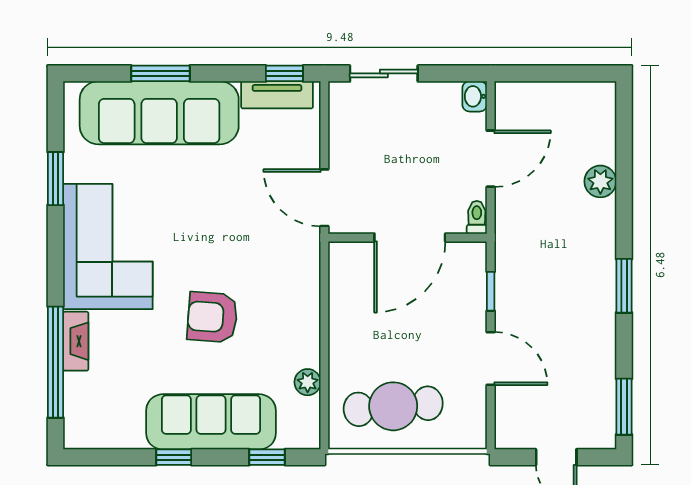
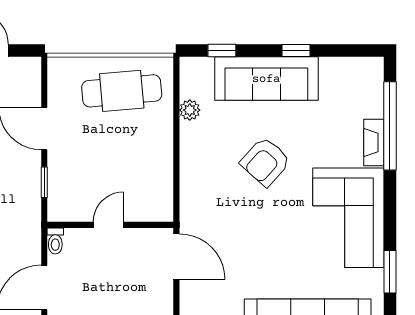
door: (410, 238) -> (108, 225), width x0.53
armchair: (212, 317) -> (265, 162), turned 128

